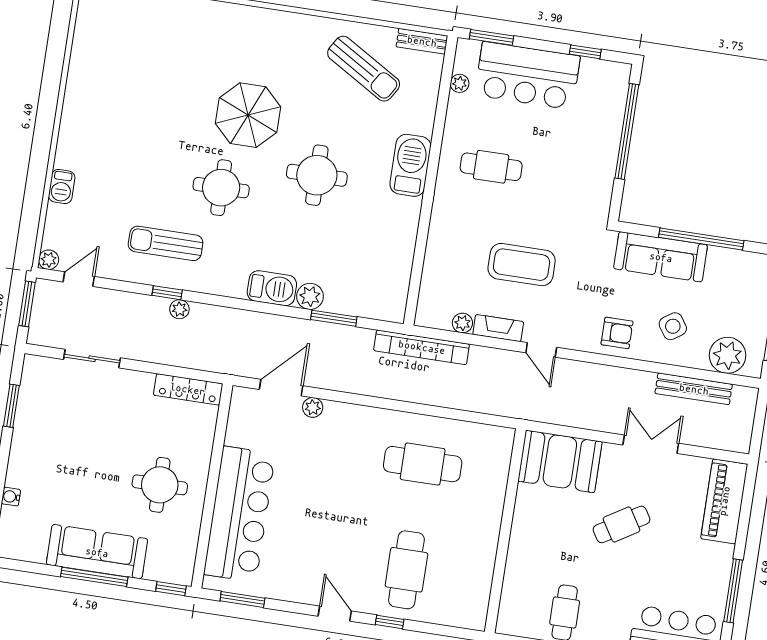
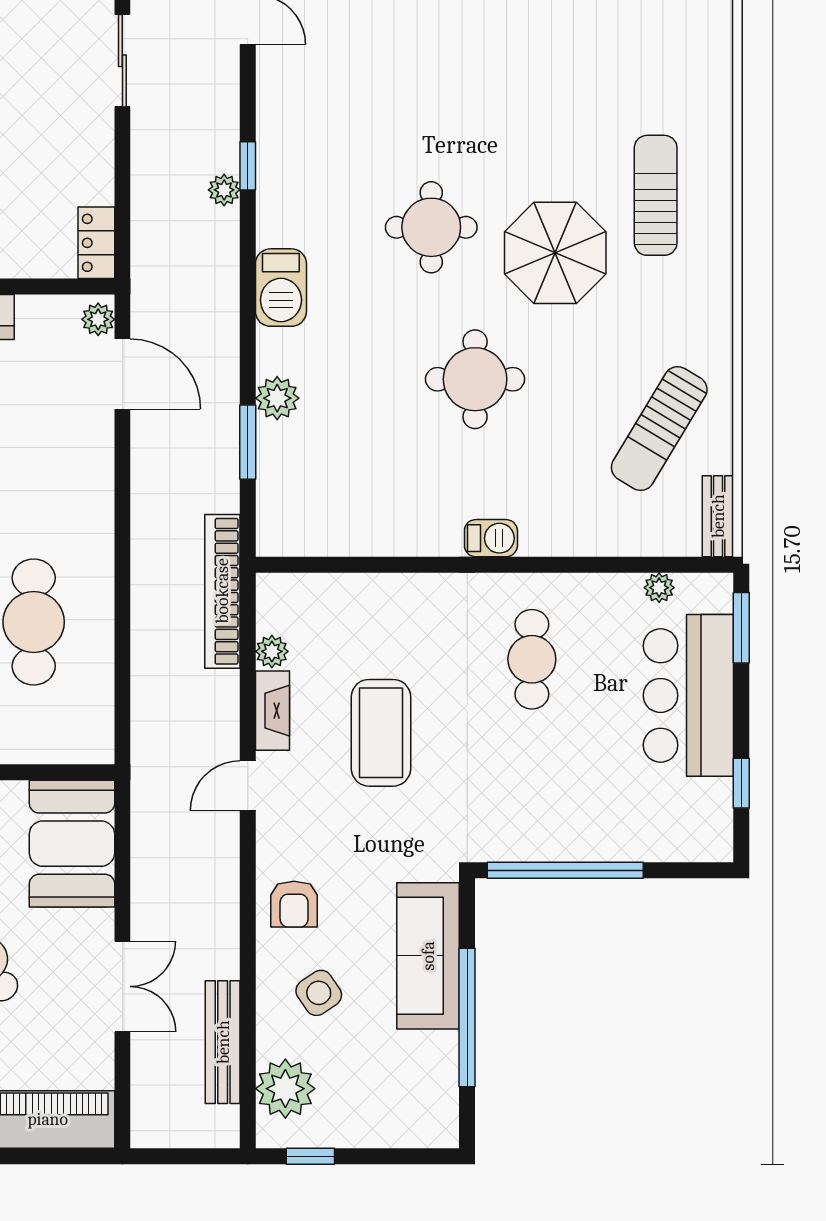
window: (627, 131) -> (565, 870), moved
barbecue: (410, 165) -> (491, 538), width x0.53, depth x0.65
sun lounger: (166, 243) -> (656, 195), moved
barbecue: (272, 288) -> (281, 288), moved
locker: (188, 389) -> (96, 243), width x0.66
plant: (313, 407) -> (98, 319), moved

